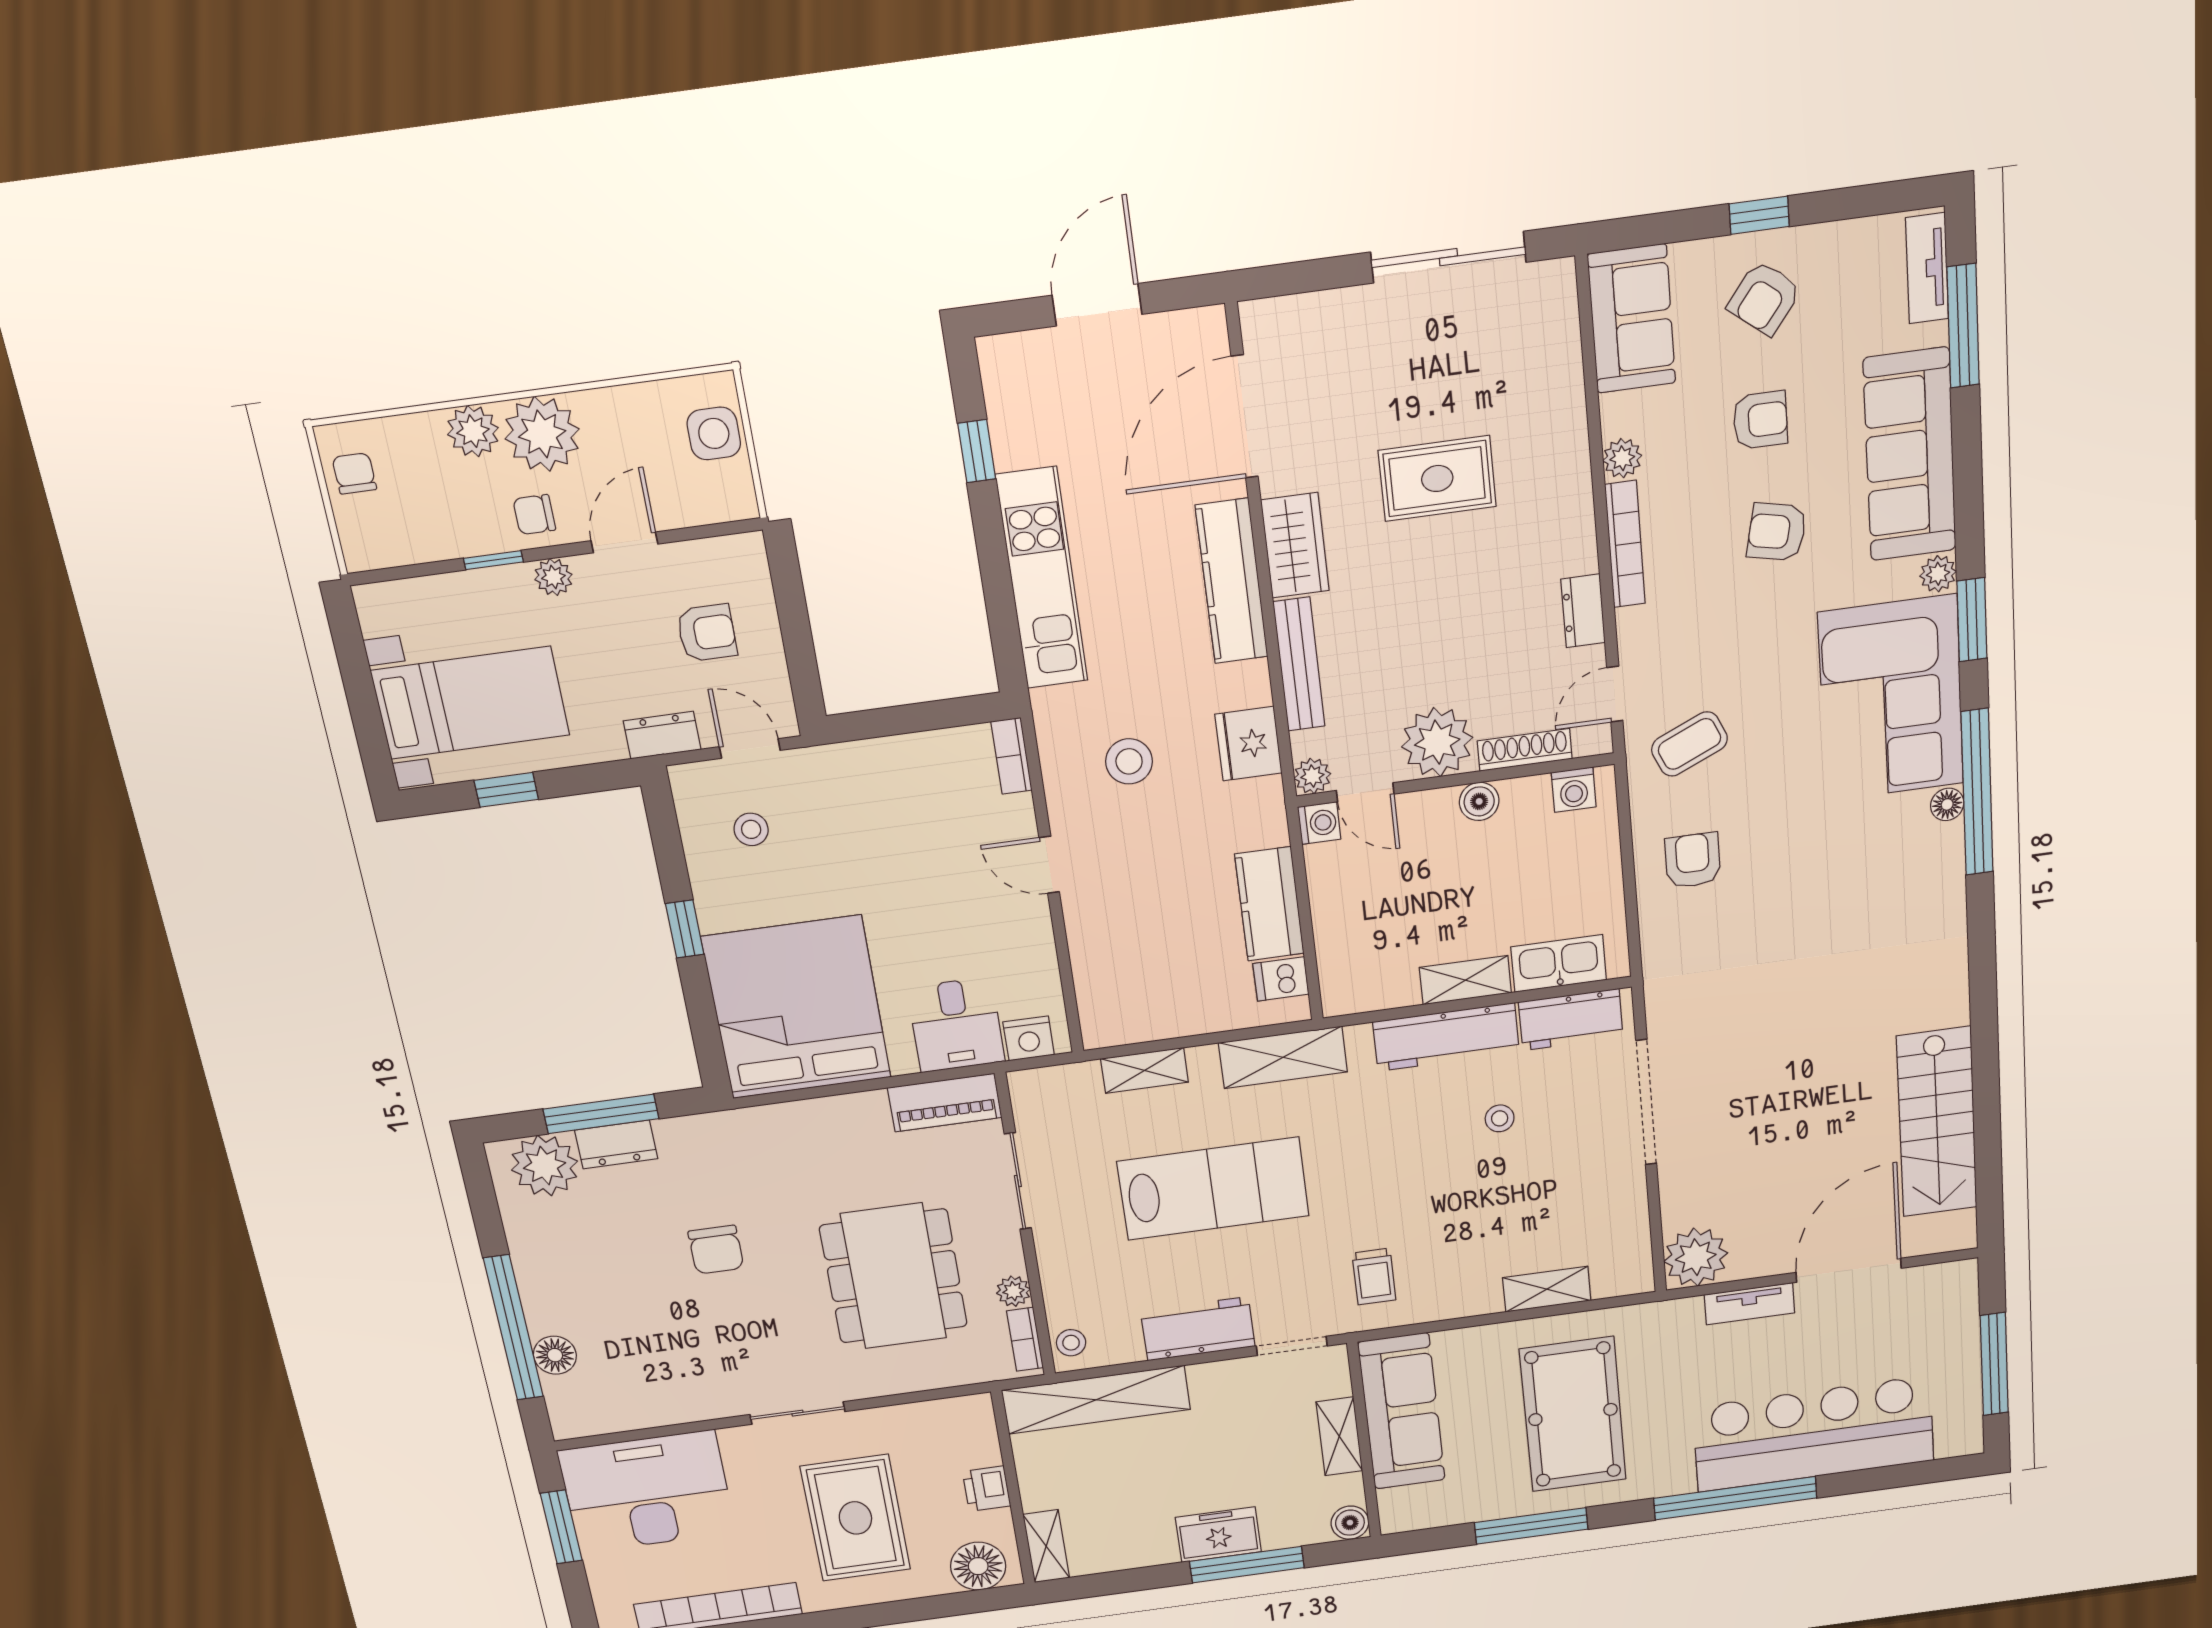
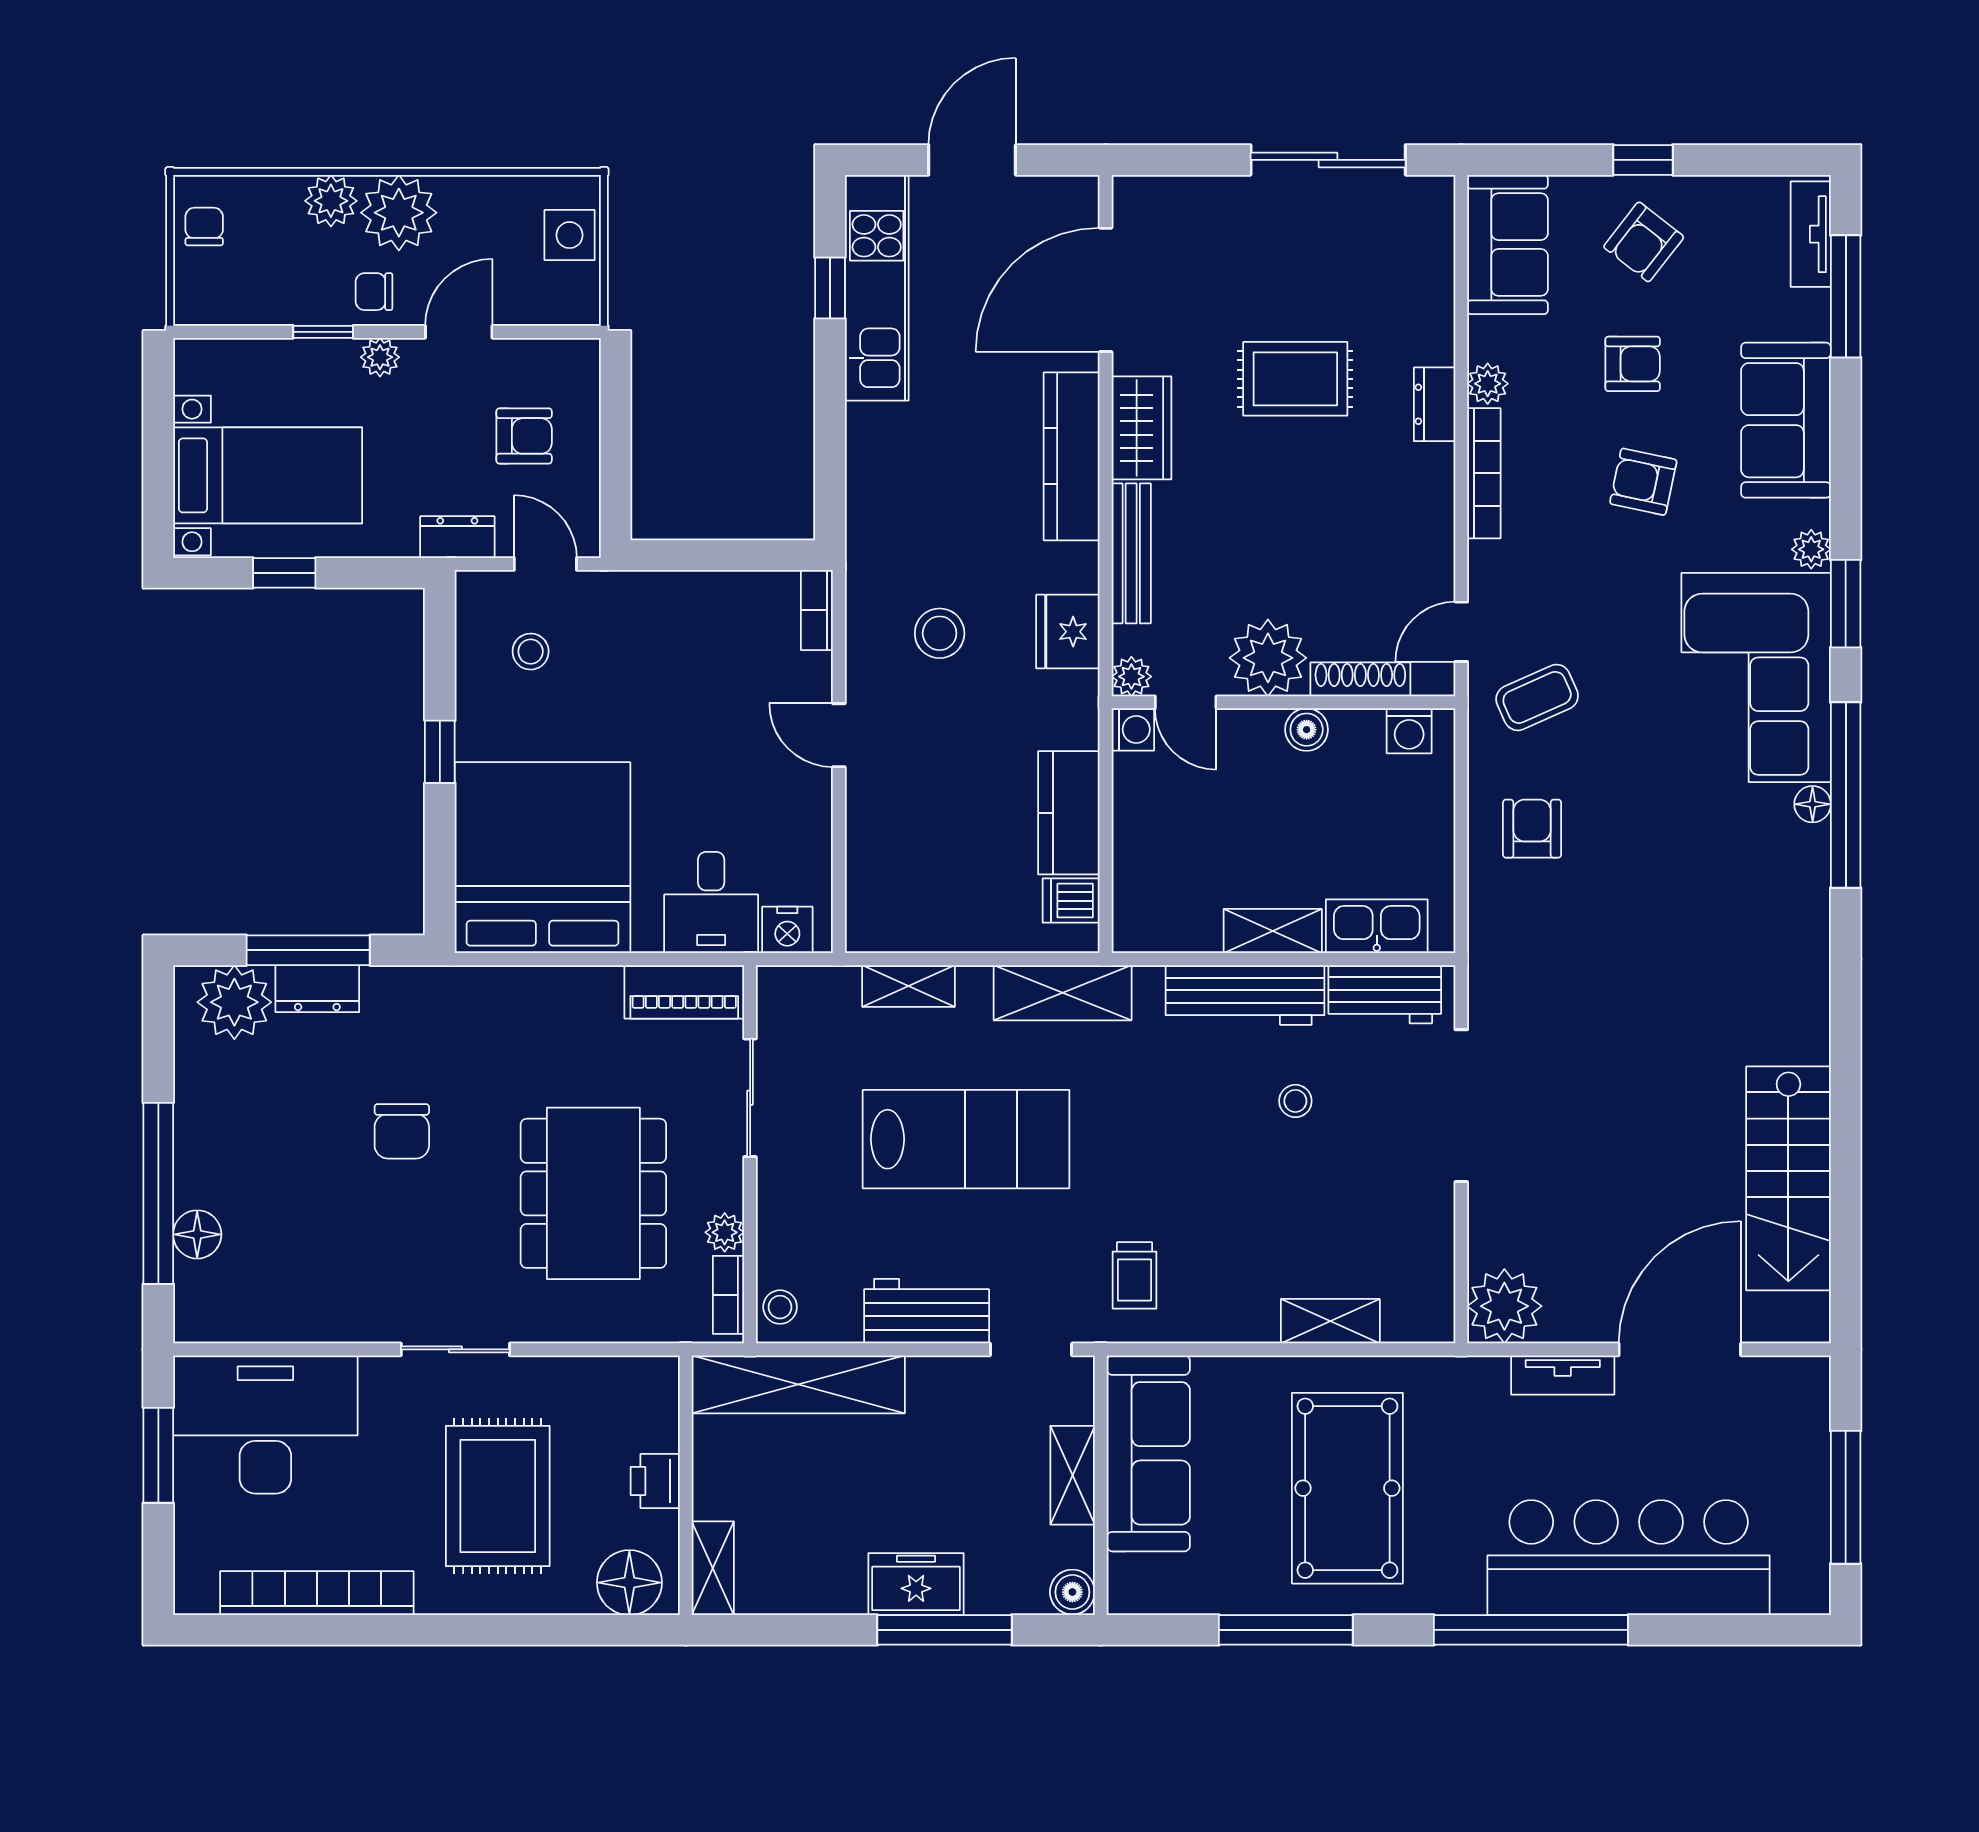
sofa: (1910, 455) -> (1786, 420), width x0.73
kitchen unit: (1042, 578) -> (877, 288), moved
dresser: (1583, 611) -> (1435, 404), moved

